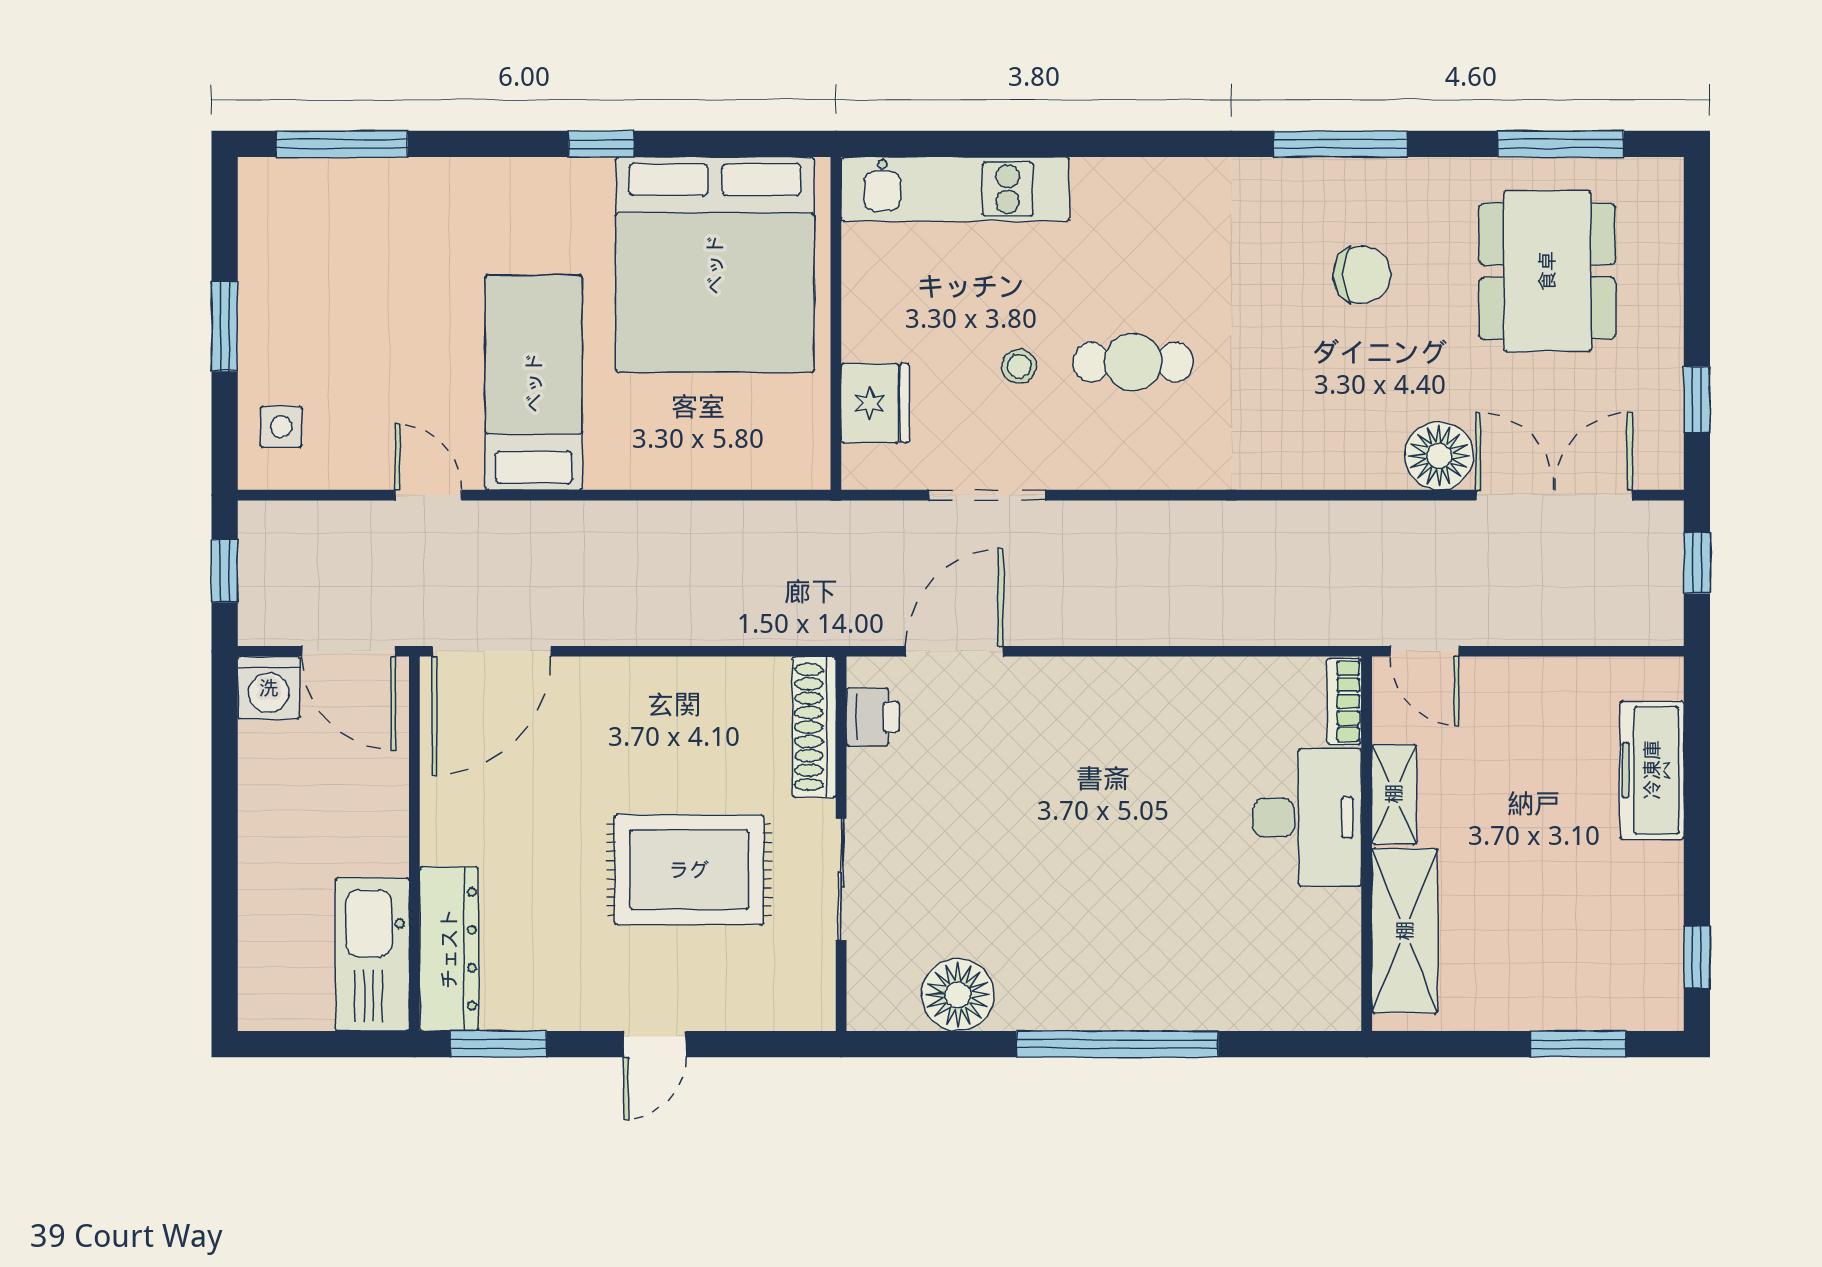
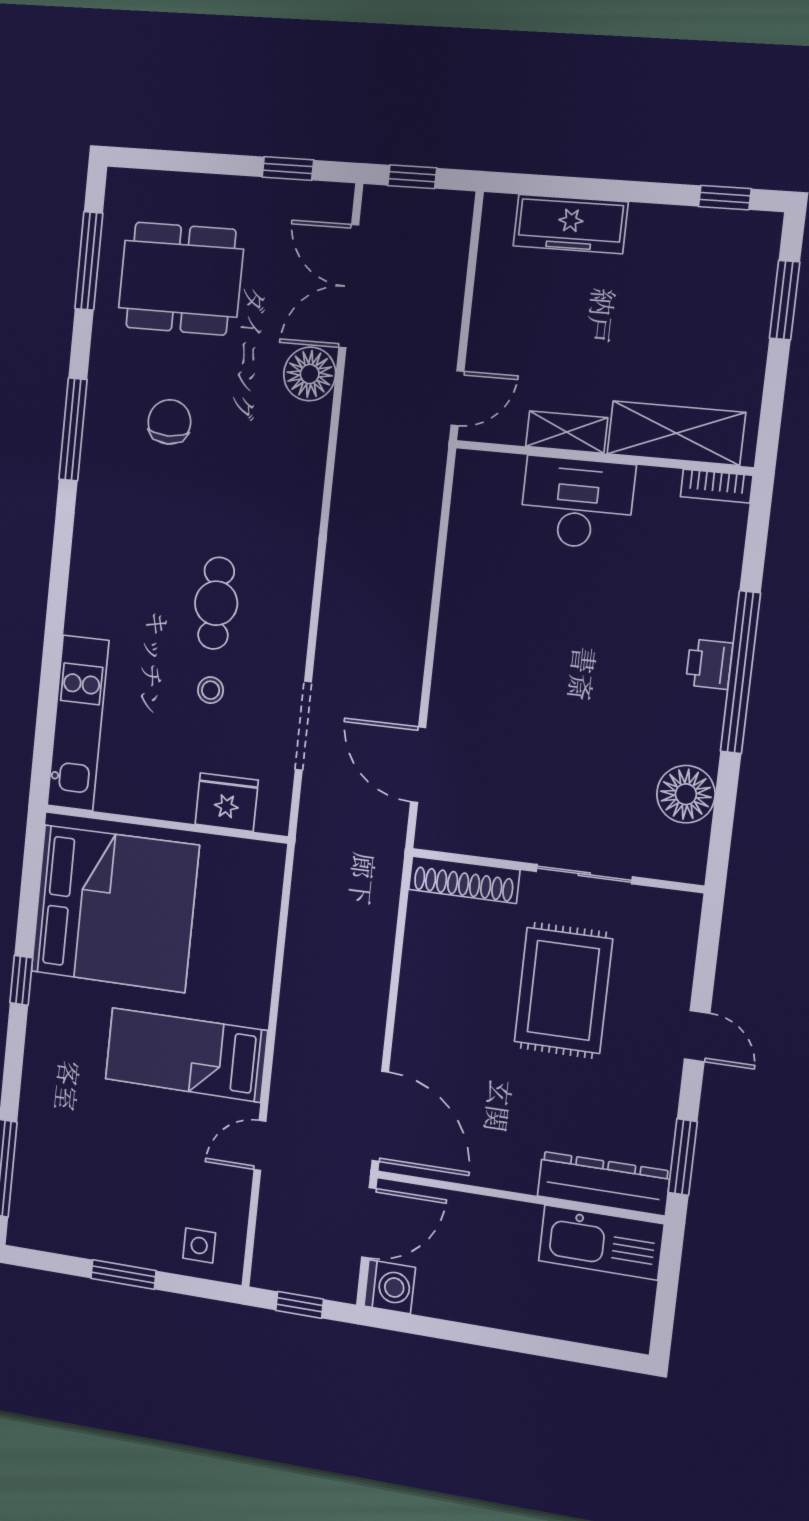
bookcase: (1344, 701) -> (717, 486), moved
printer: (873, 717) -> (709, 664), moved, turned -90

